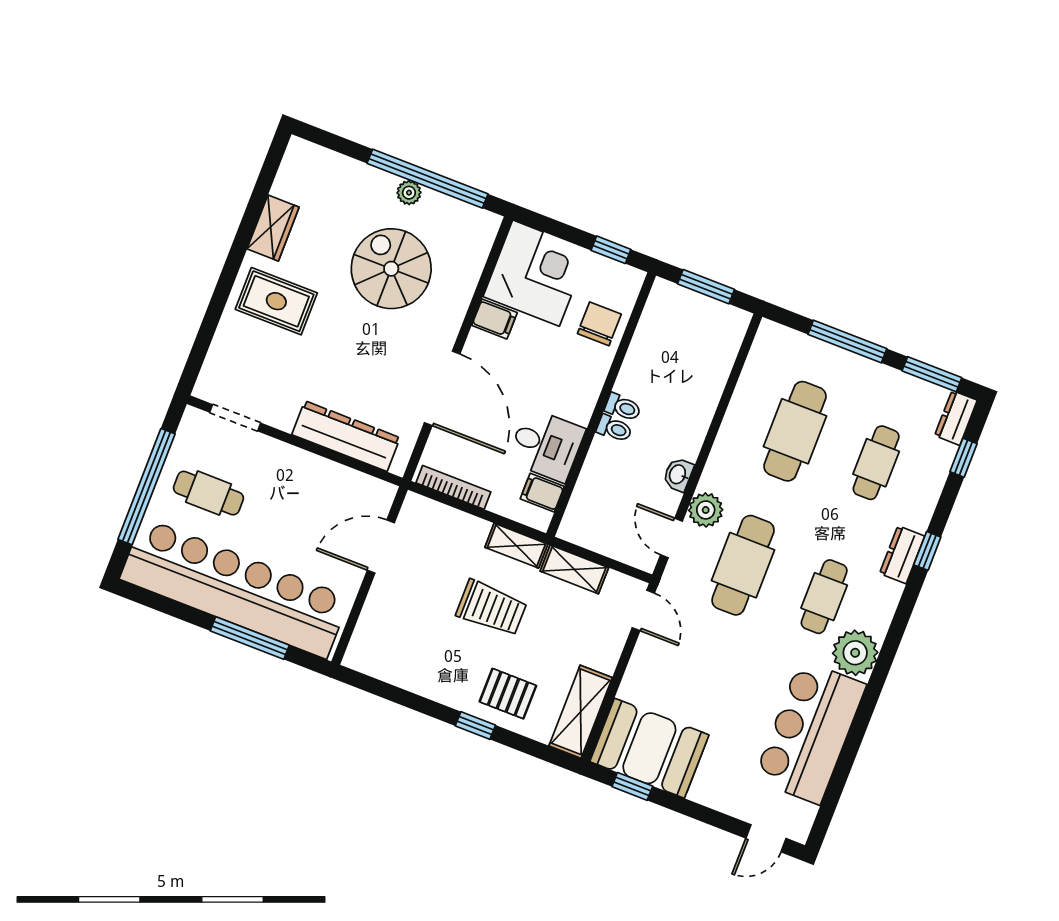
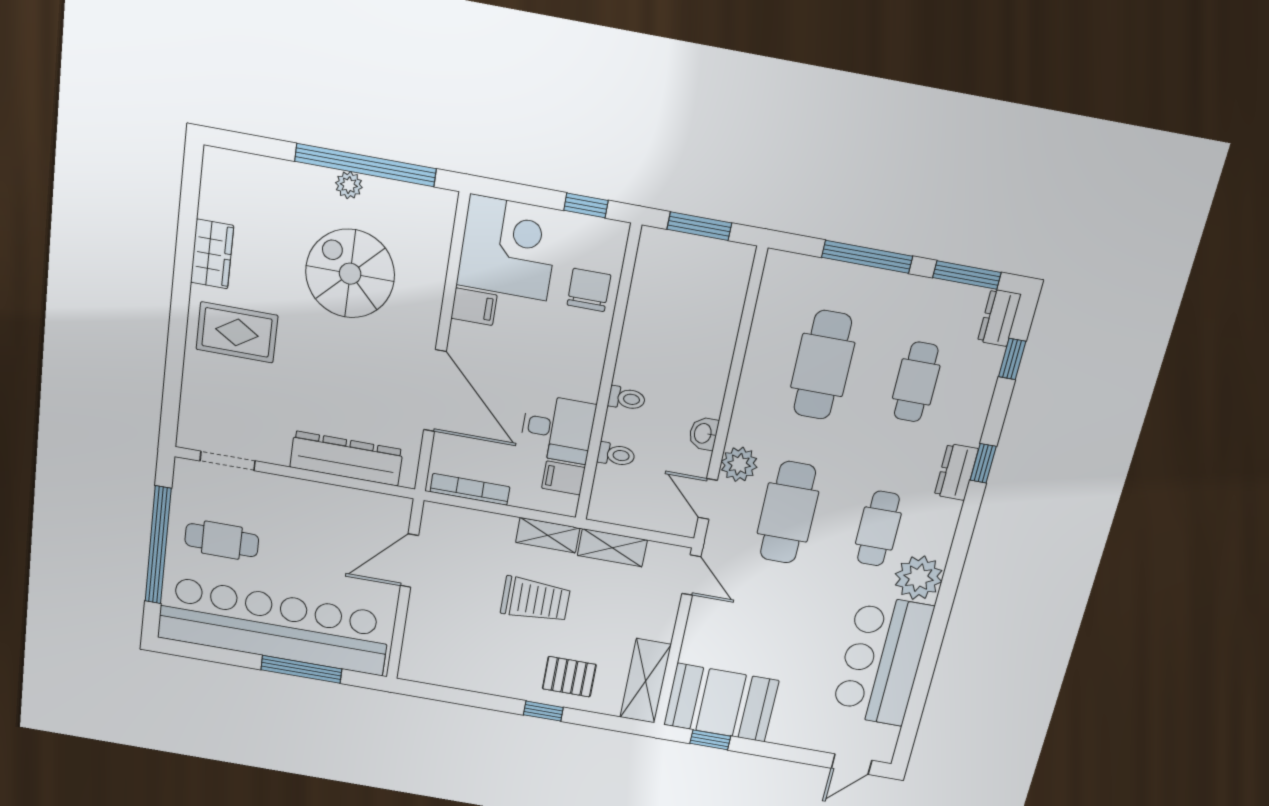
toilet: (623, 407) -> (616, 455), moved

